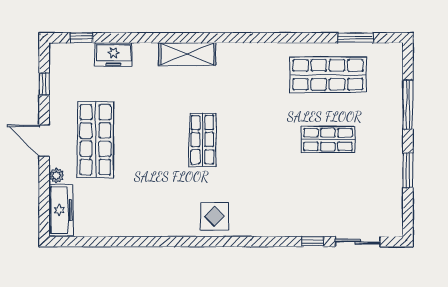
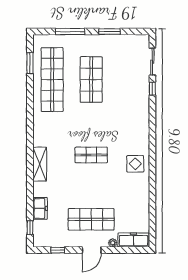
shop shelf: (328, 75) -> (52, 80), width x1.40
shop shelf: (328, 140) -> (91, 80), width x1.43, depth x1.36
display table: (214, 216) -> (135, 164), moved

